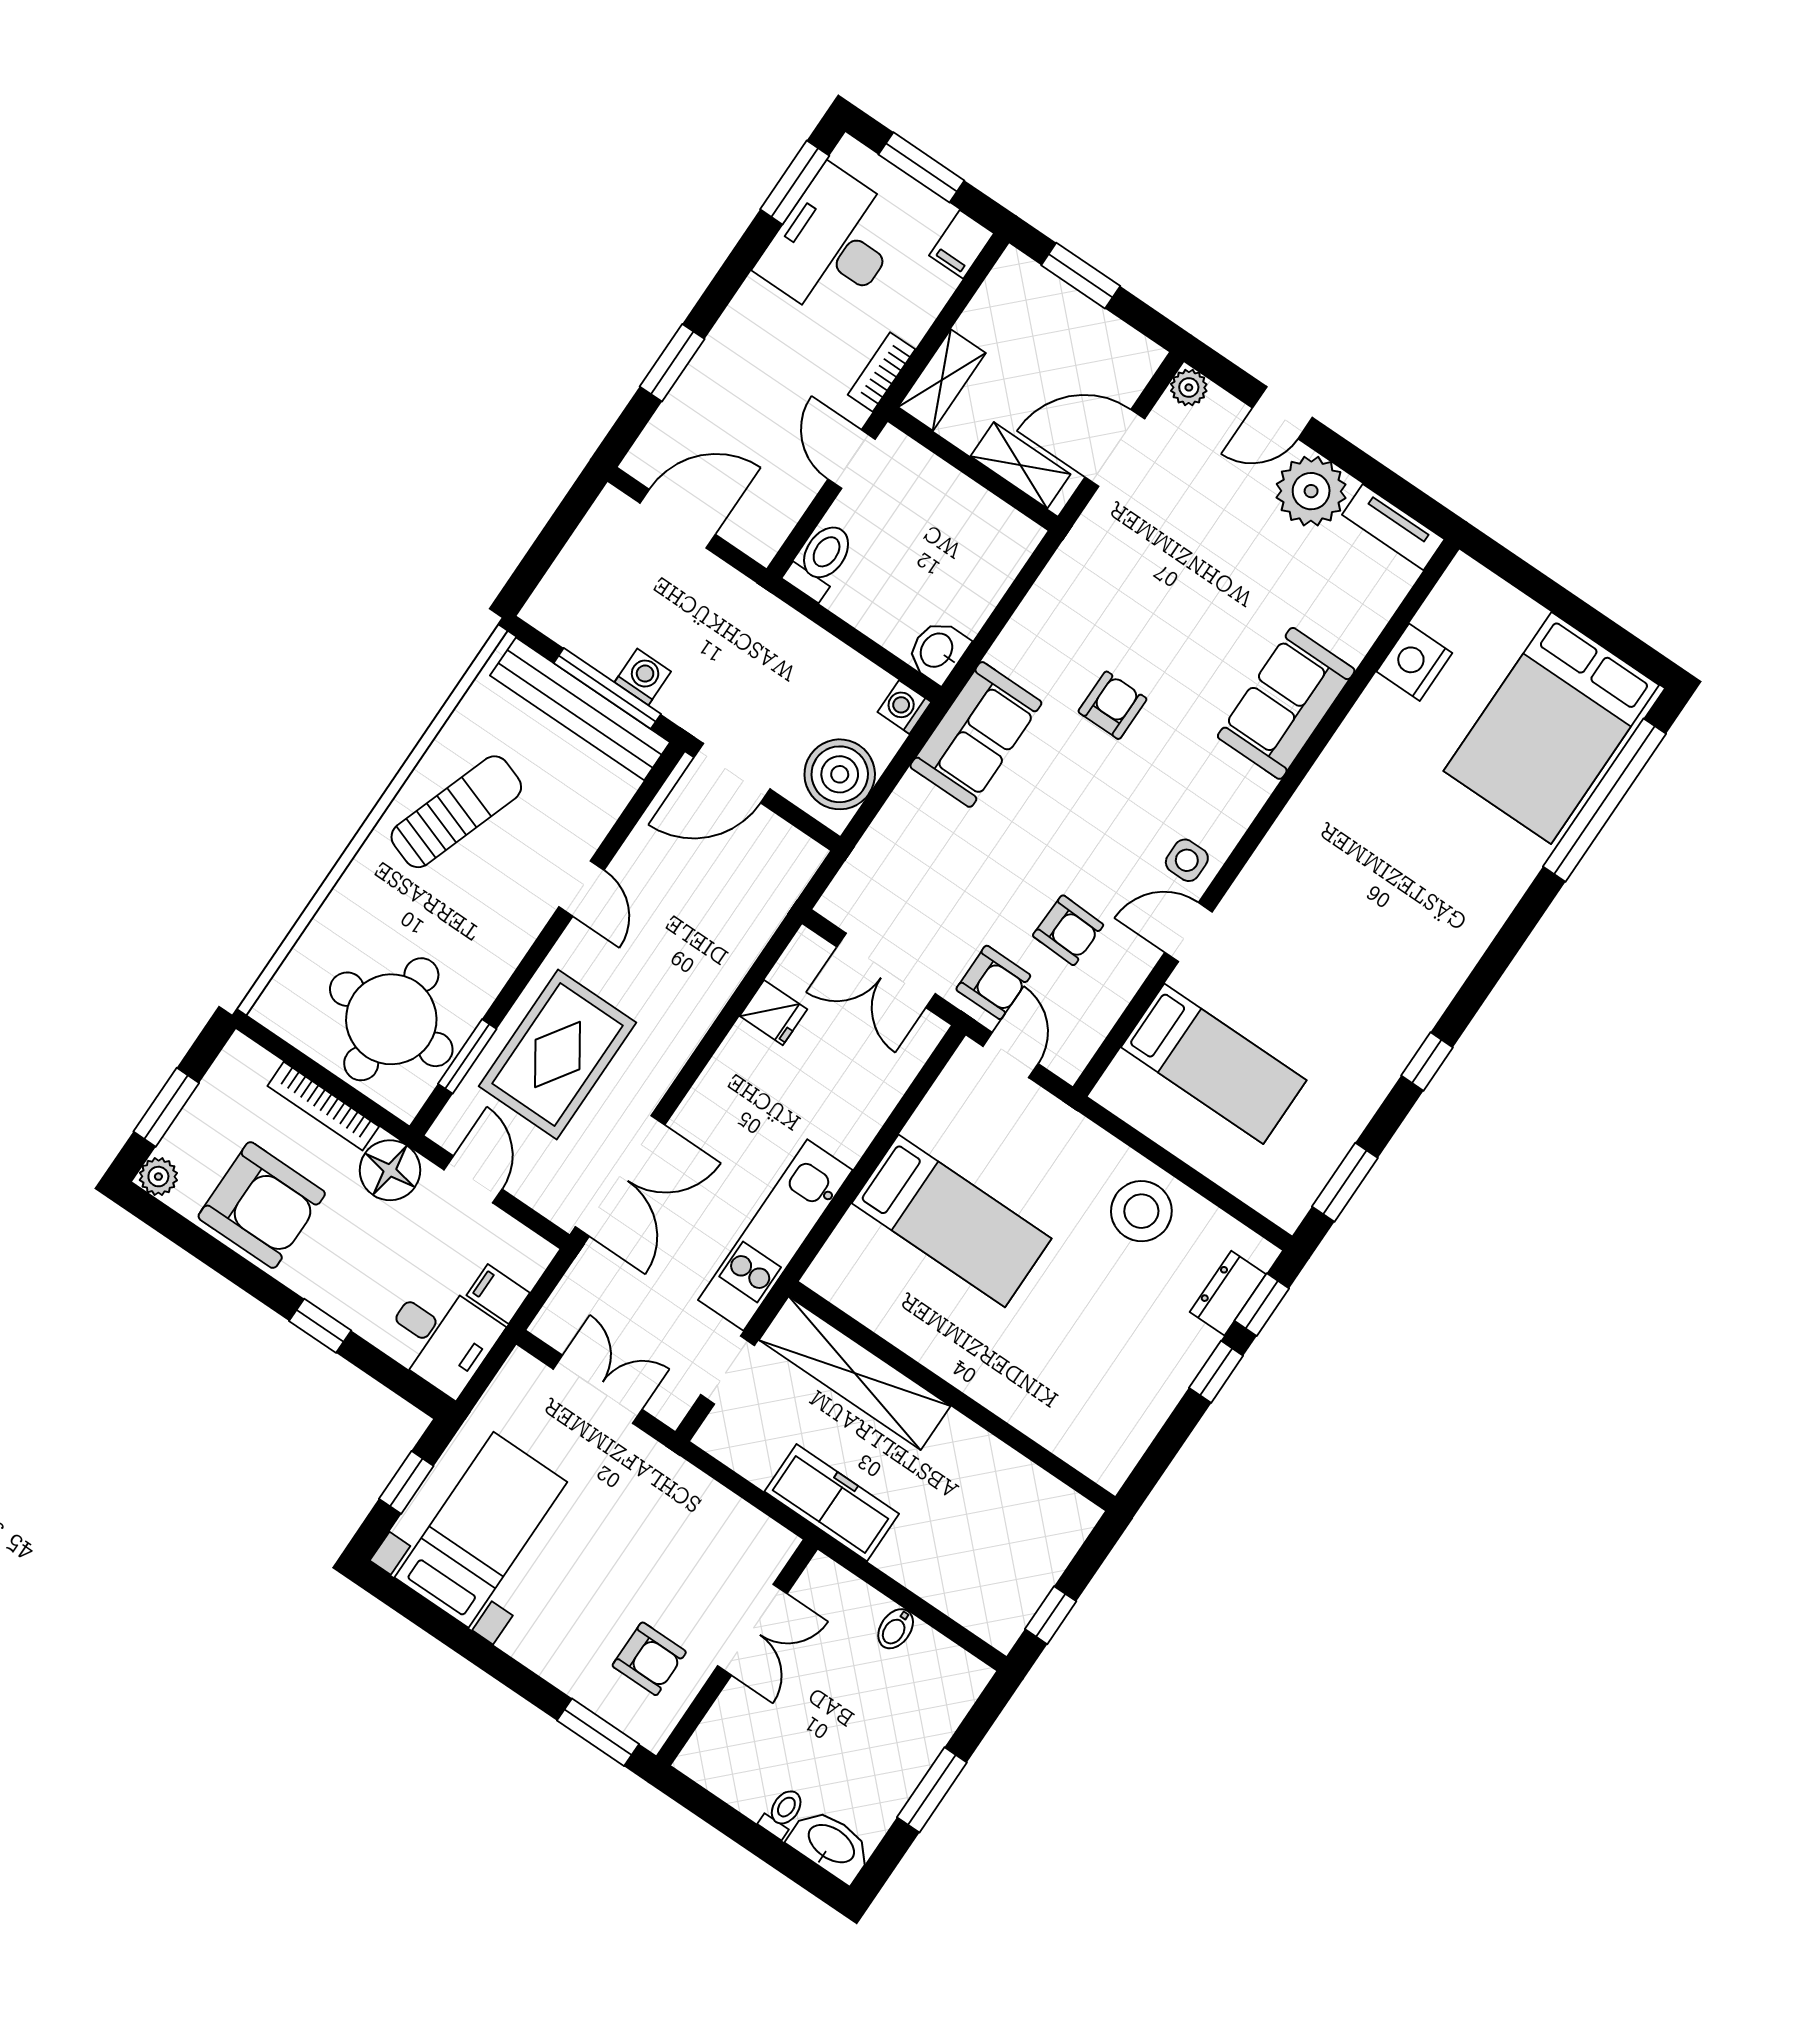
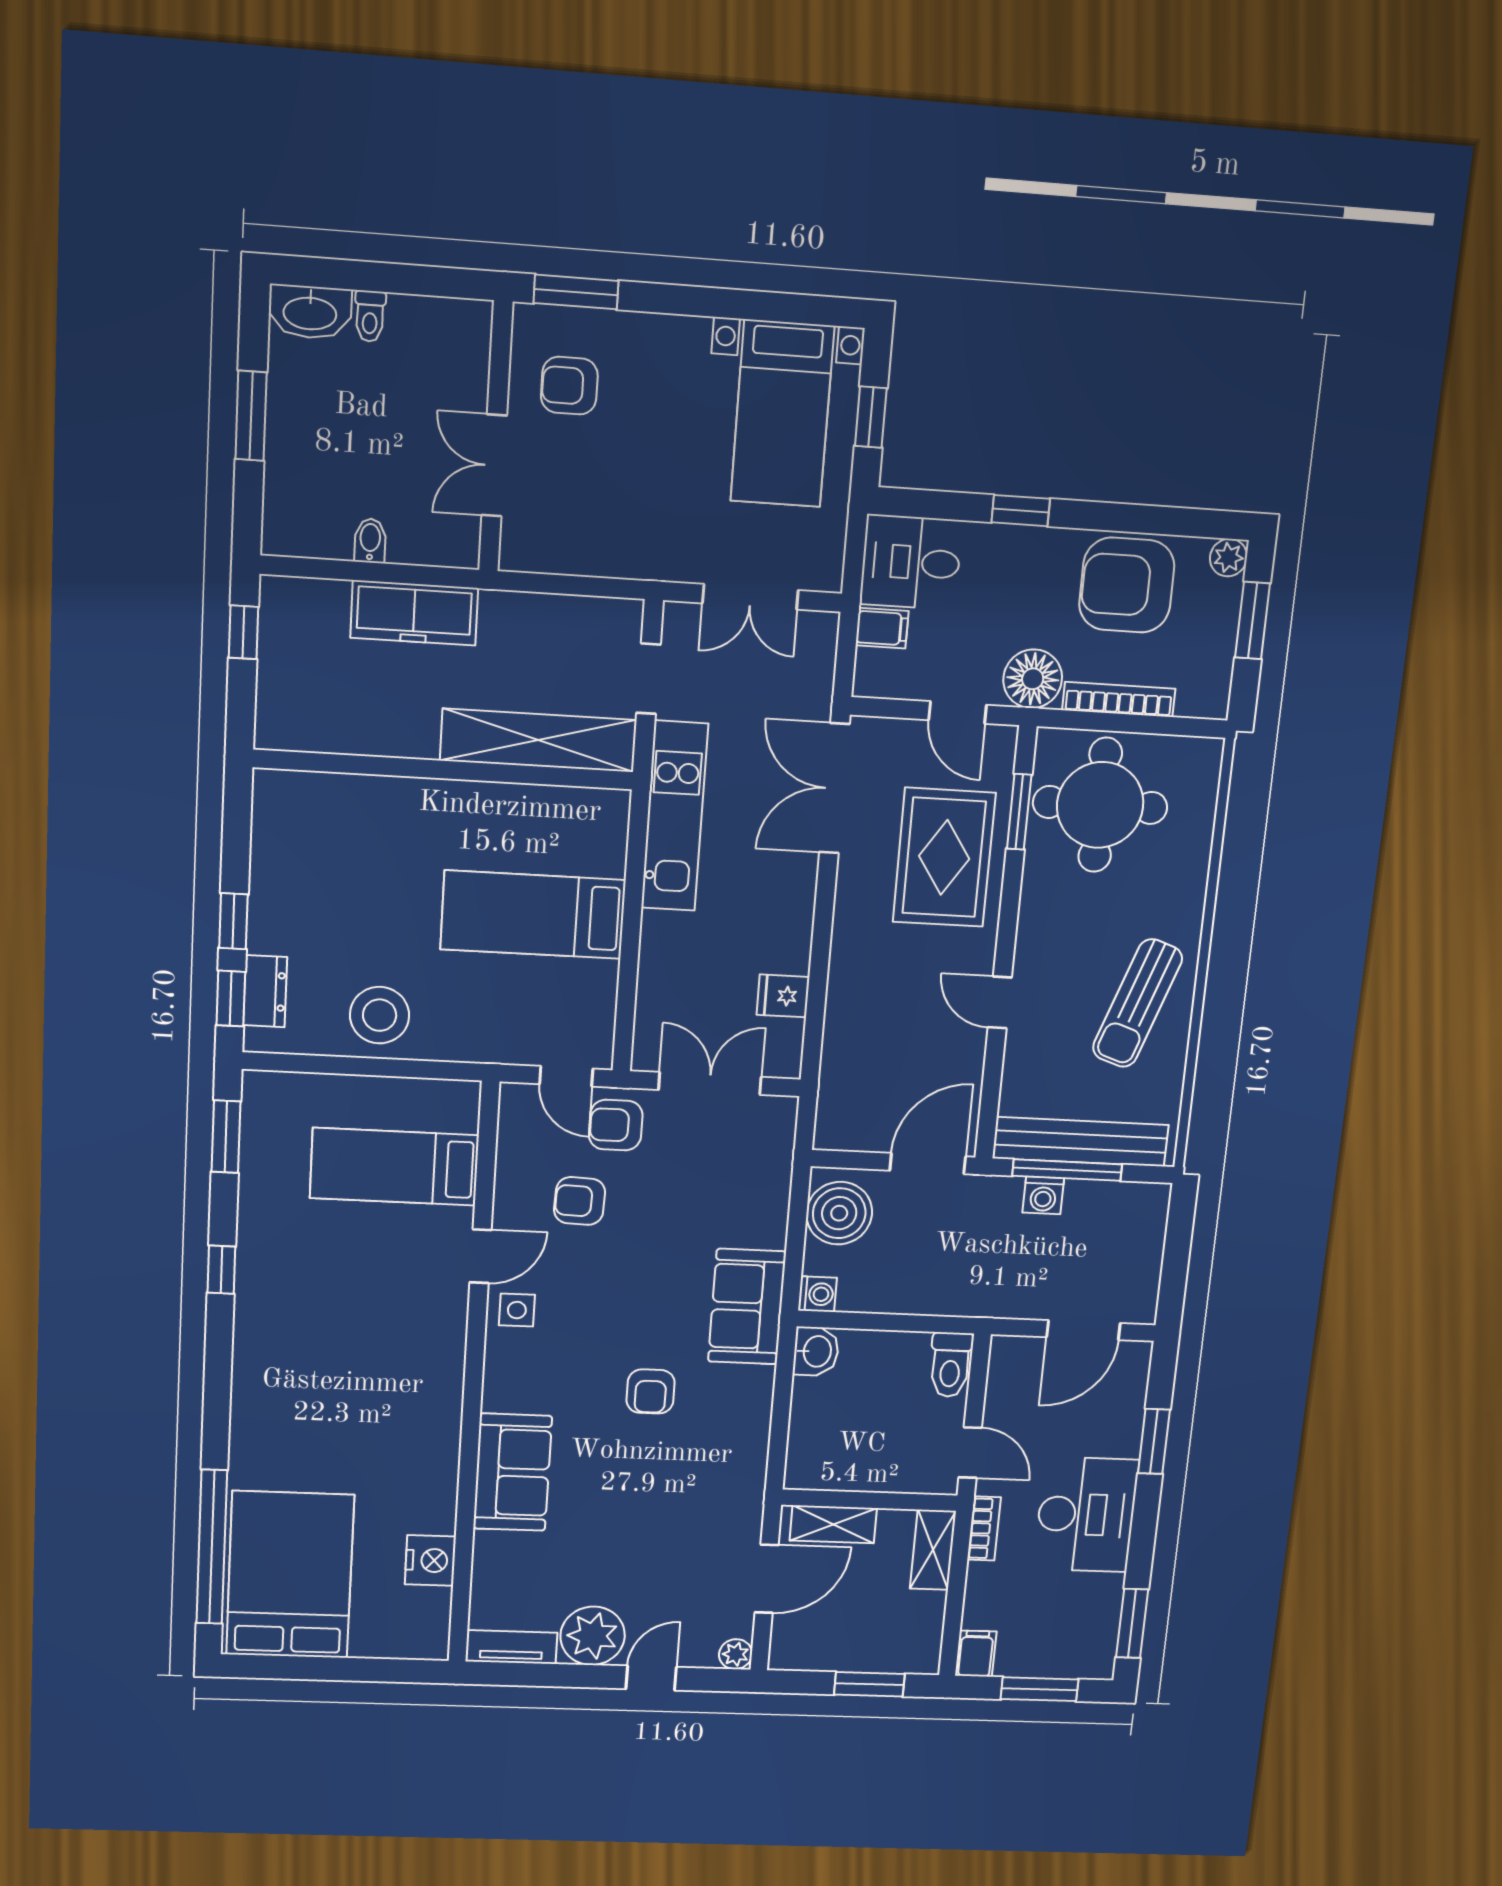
desk: (833, 245) -> (1086, 1515), moved
freezer: (832, 1503) -> (414, 613), moved

